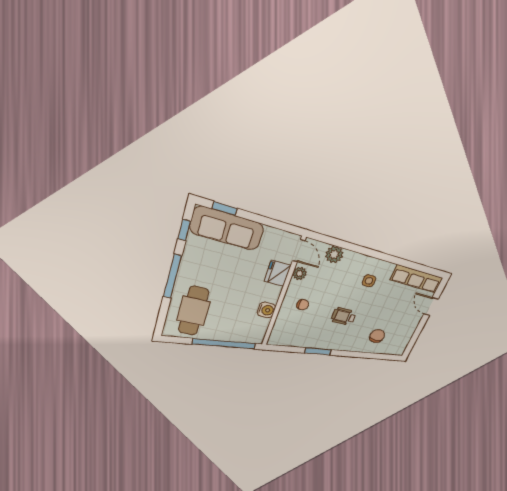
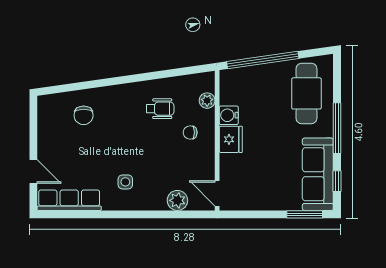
window: (225, 209) -> (305, 214), width x1.50
sofa: (227, 228) -> (318, 174), moved, turned -90
fridge: (278, 273) -> (231, 139), moved
plant: (300, 273) -> (207, 101), moved
wheelchair: (344, 316) -> (160, 109), moved
window: (318, 351) -> (149, 76), removed

